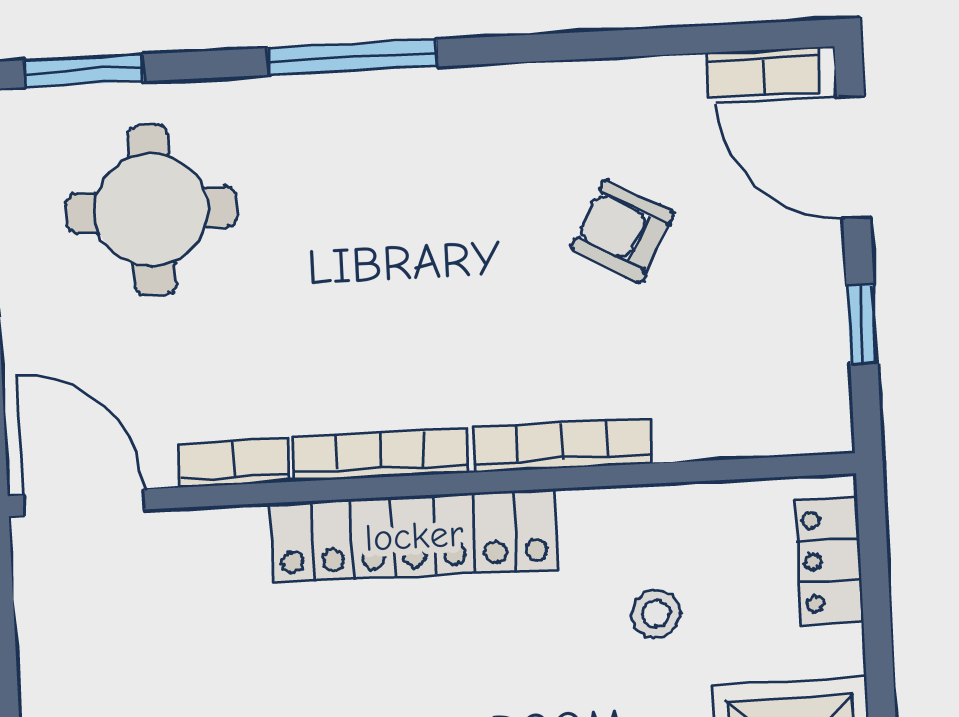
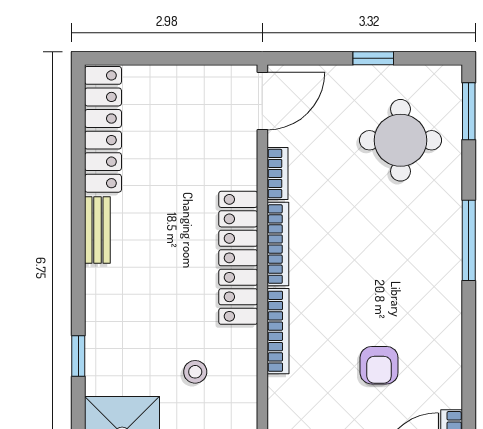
armchair: (623, 231) -> (379, 365), turned 151

